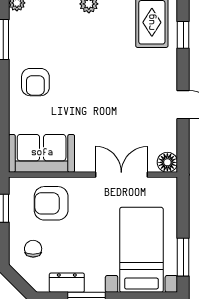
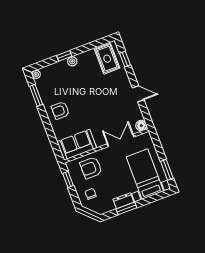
armchair: (35, 82) -> (60, 110), turned 90
dresser: (67, 283) -> (123, 201), moved

